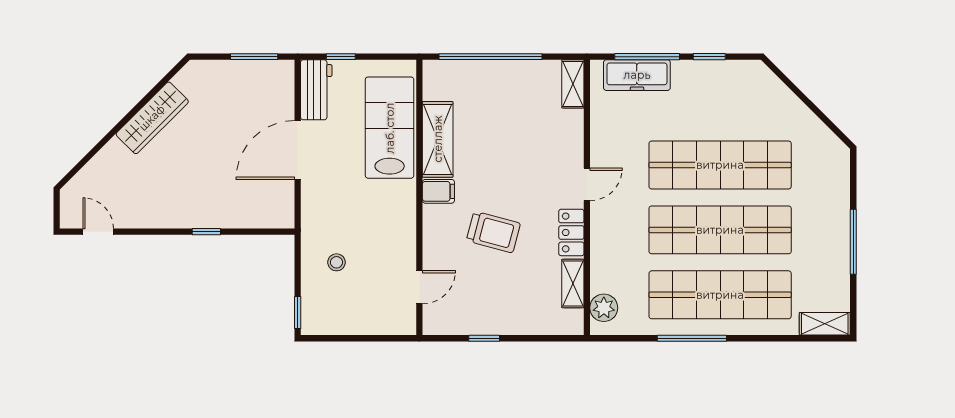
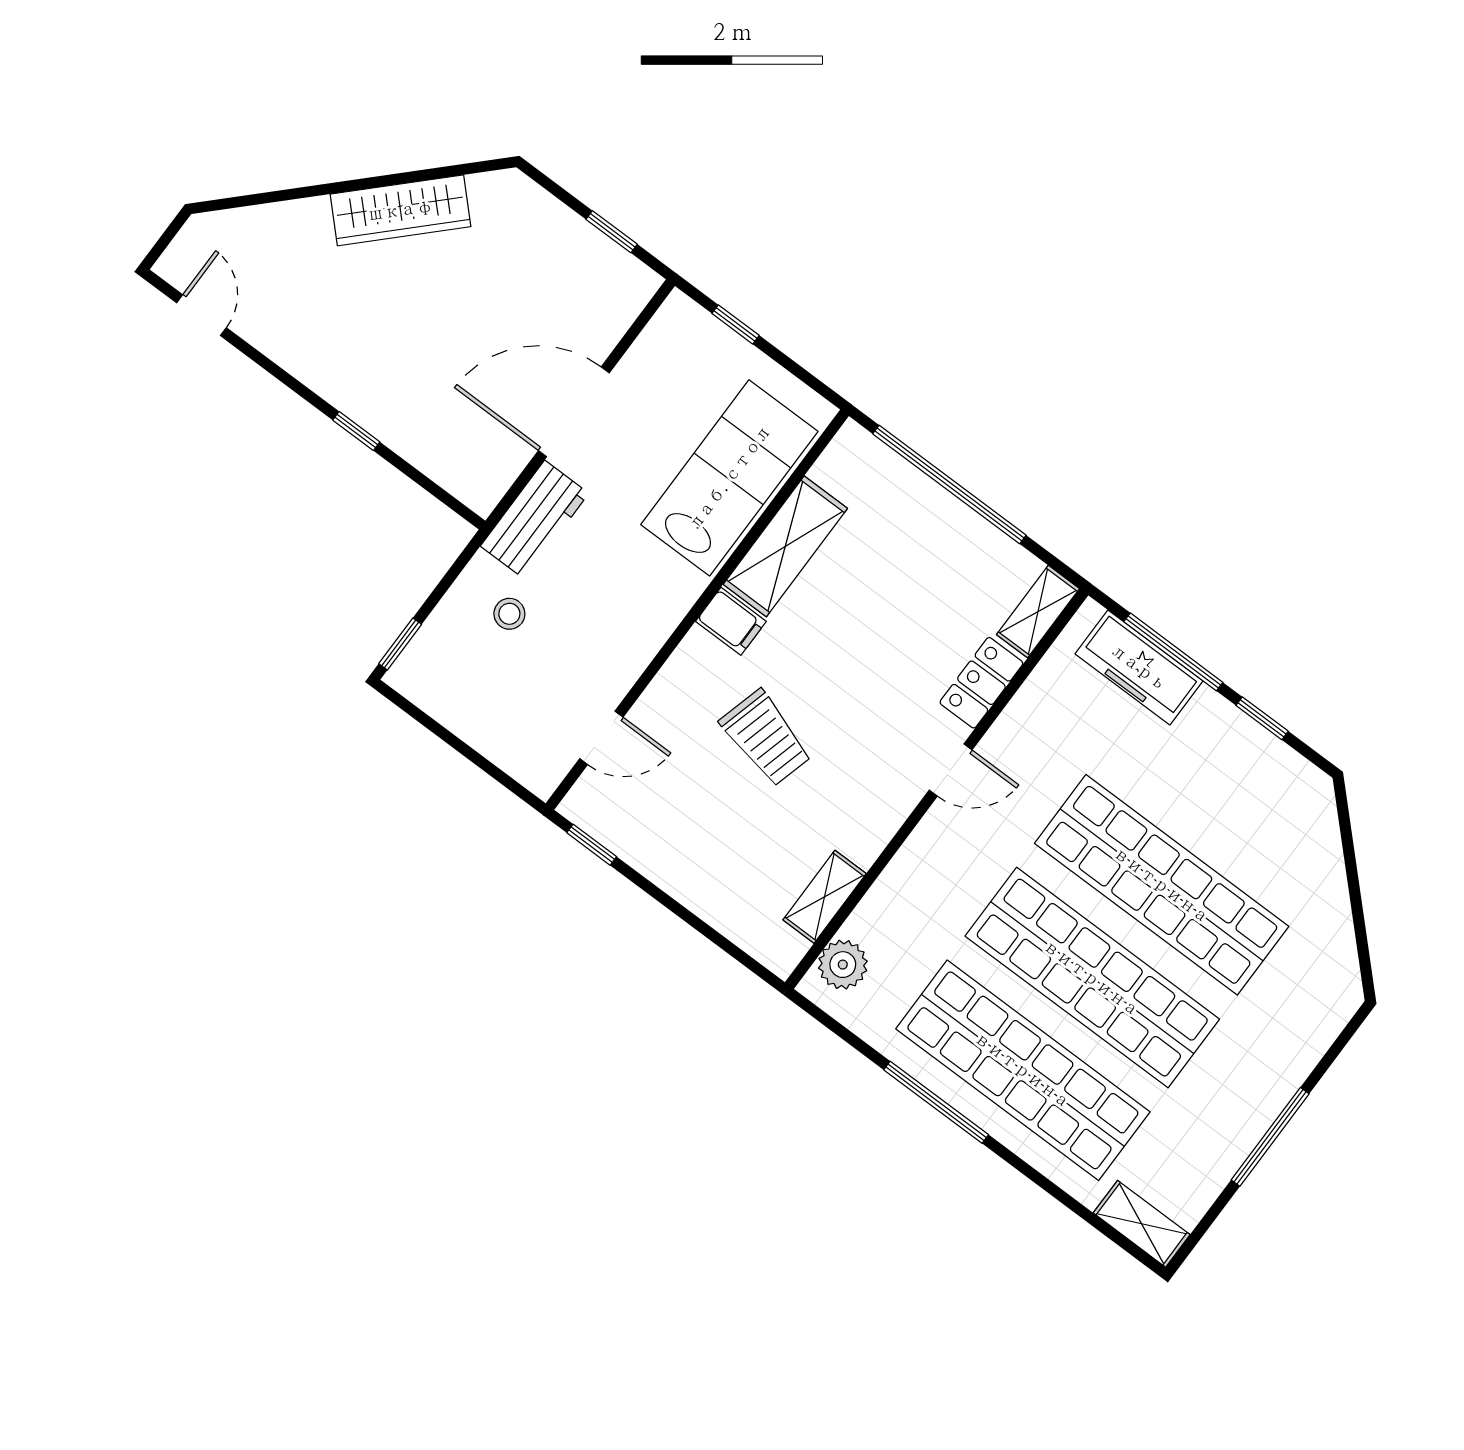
window: (254, 57) -> (612, 232), width x0.67
workbench: (316, 90) -> (535, 520), moved
locker: (571, 232) -> (981, 683), moved
window: (484, 338) -> (592, 845), moved

